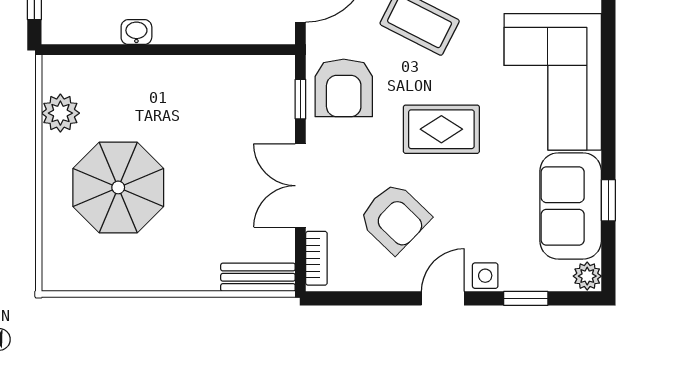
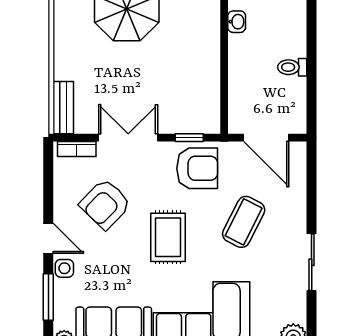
armchair: (344, 88) -> (197, 168), turned 180
window: (526, 298) -> (48, 297), width x1.50

